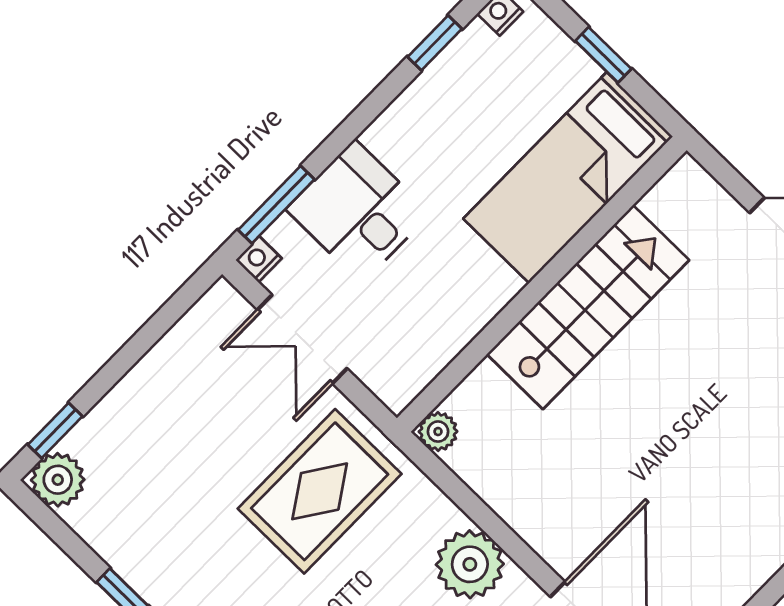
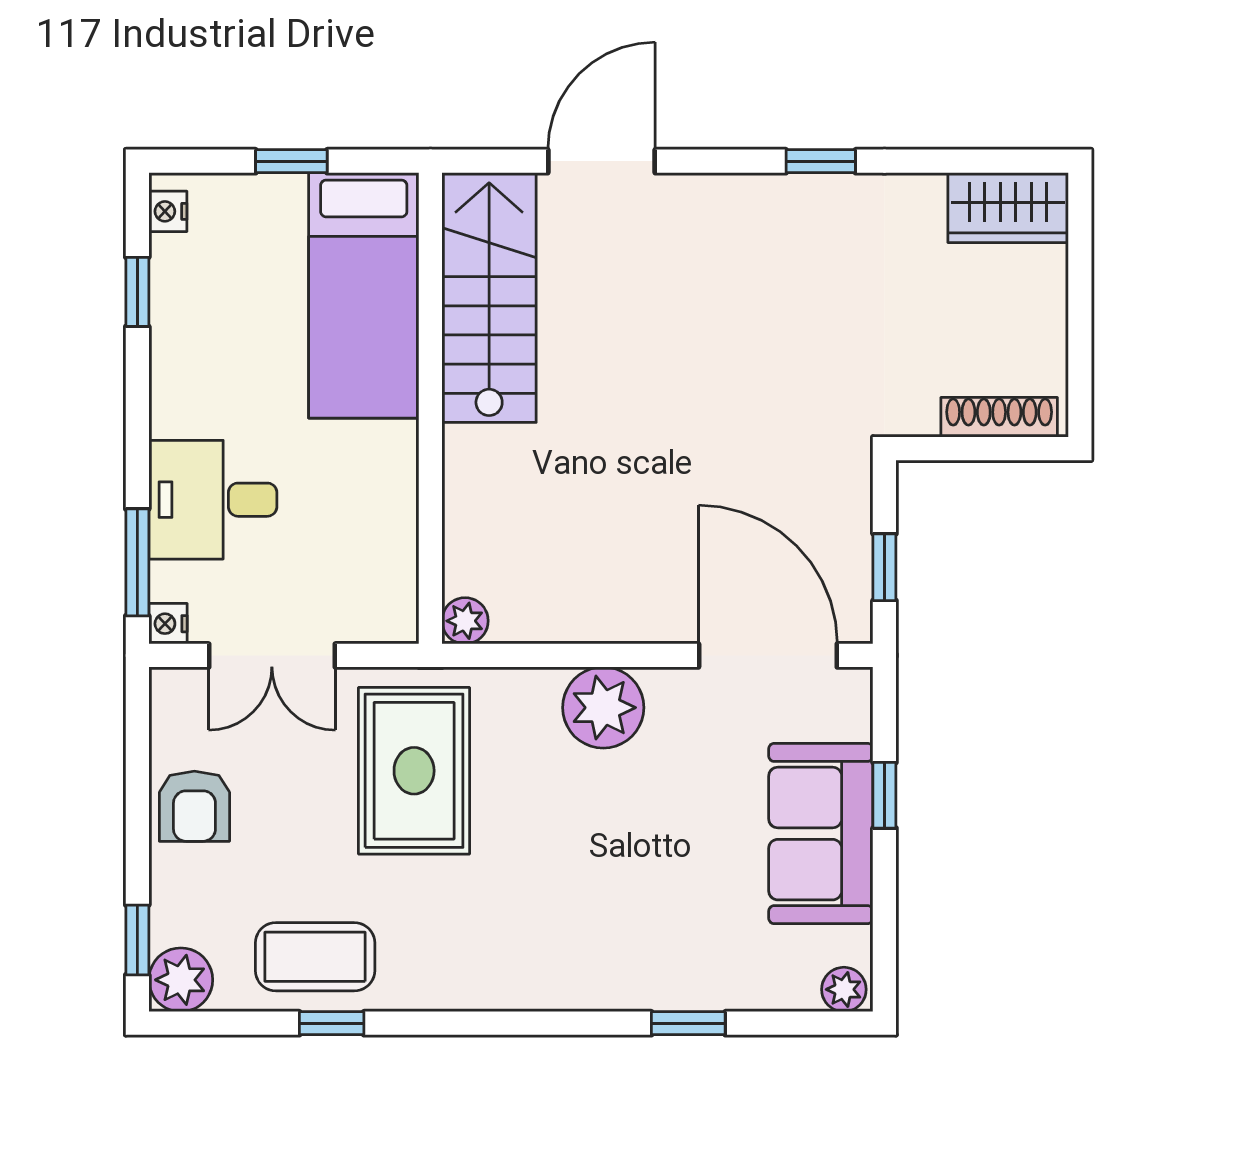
stairs: (588, 307) -> (489, 298), moved
armchair: (168, 384) -> (194, 806), added
coffee table: (151, 545) -> (315, 957), added

